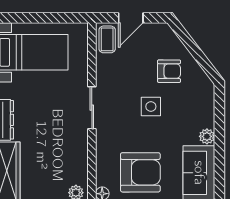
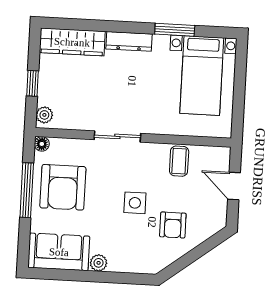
coffee table: (107, 39) -> (179, 161), moved, turned 90
sliding door: (92, 108) -> (117, 136), moved

